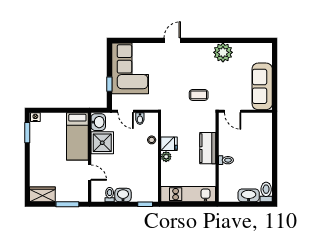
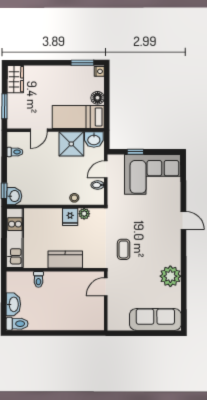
sofa: (262, 86) -> (155, 319), moved
floor lamp: (60, 119) -> (98, 98), added
plant: (166, 157) -> (84, 214), moved
toilet: (226, 160) -> (38, 279), moved
washbasin: (123, 195) -> (14, 196), moved

